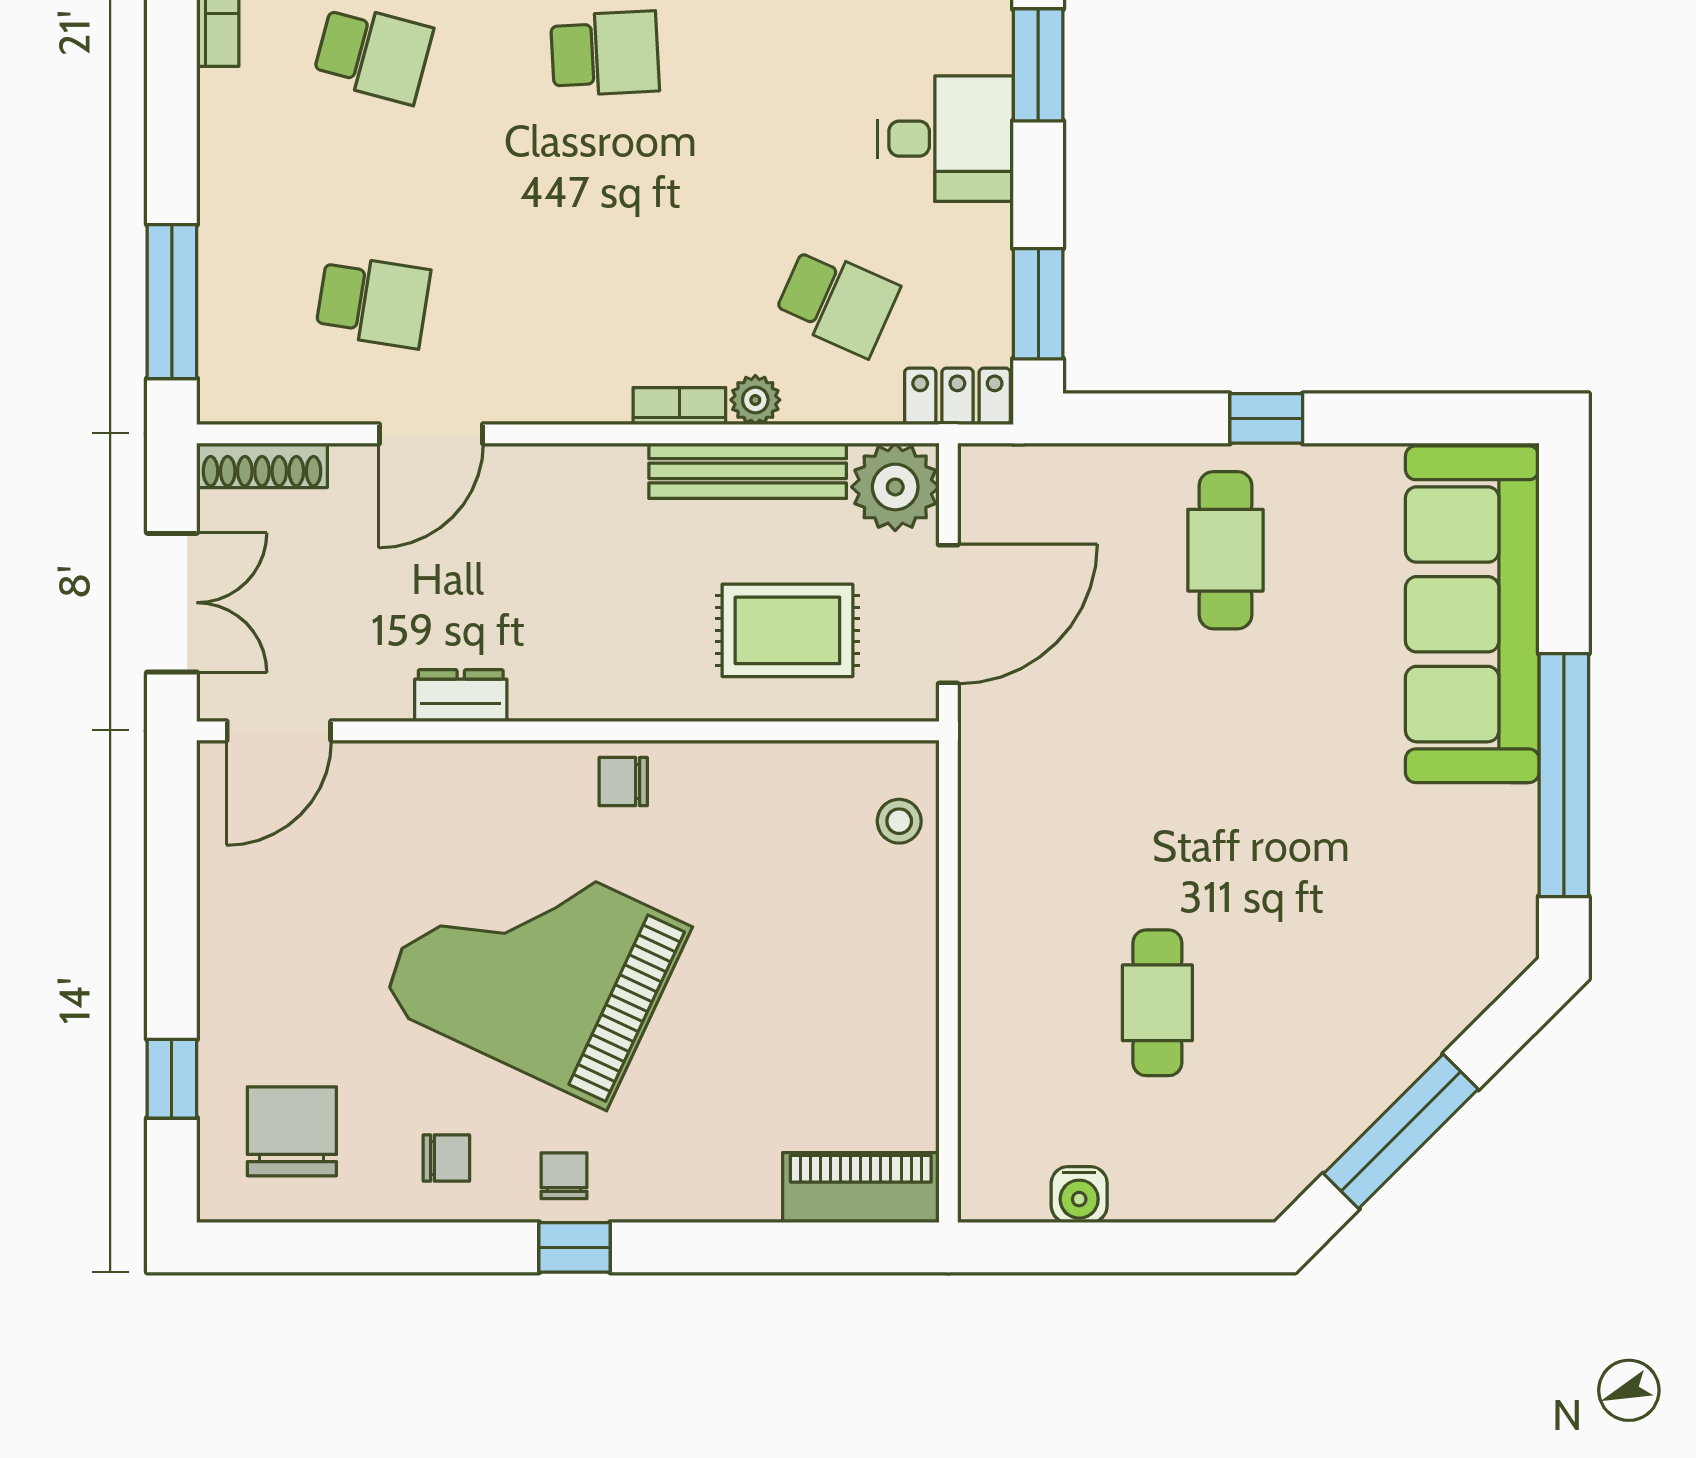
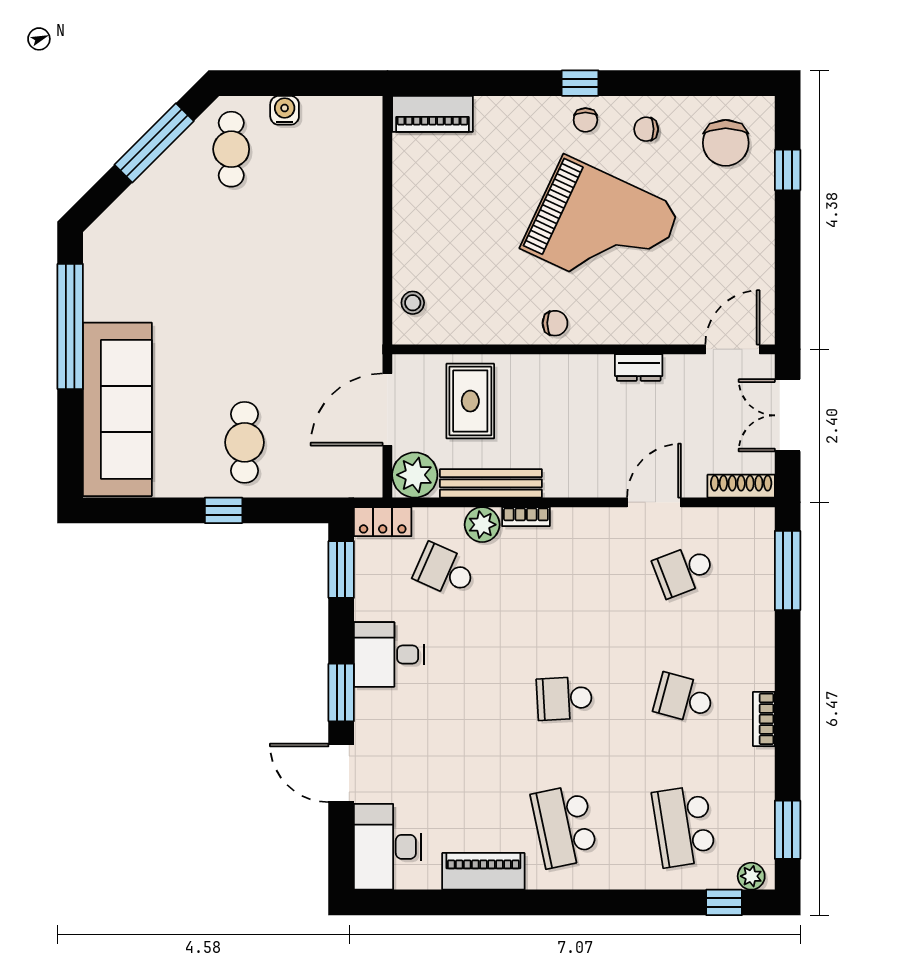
school desk: (373, 301) -> (684, 571), turned -30
plant: (755, 400) -> (482, 525), width x1.38, depth x1.38
rug: (787, 630) -> (470, 401), turned 90
cafe table: (1157, 1003) -> (231, 149), moved
water cooler: (1079, 1195) -> (285, 110), moved

